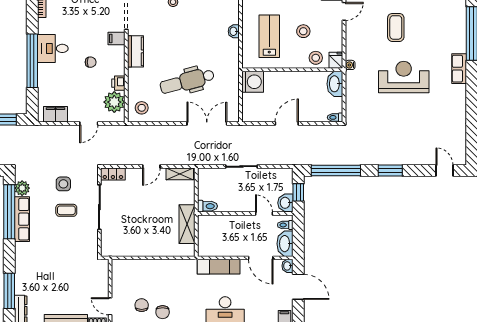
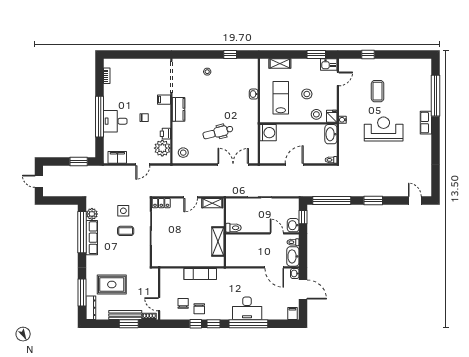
desk: (53, 48) -> (115, 121), moved
dental chair: (187, 81) -> (218, 132), width x0.73, depth x0.72
exam couch: (219, 267) -> (200, 274), moved
rug: (48, 280) -> (112, 284), added

